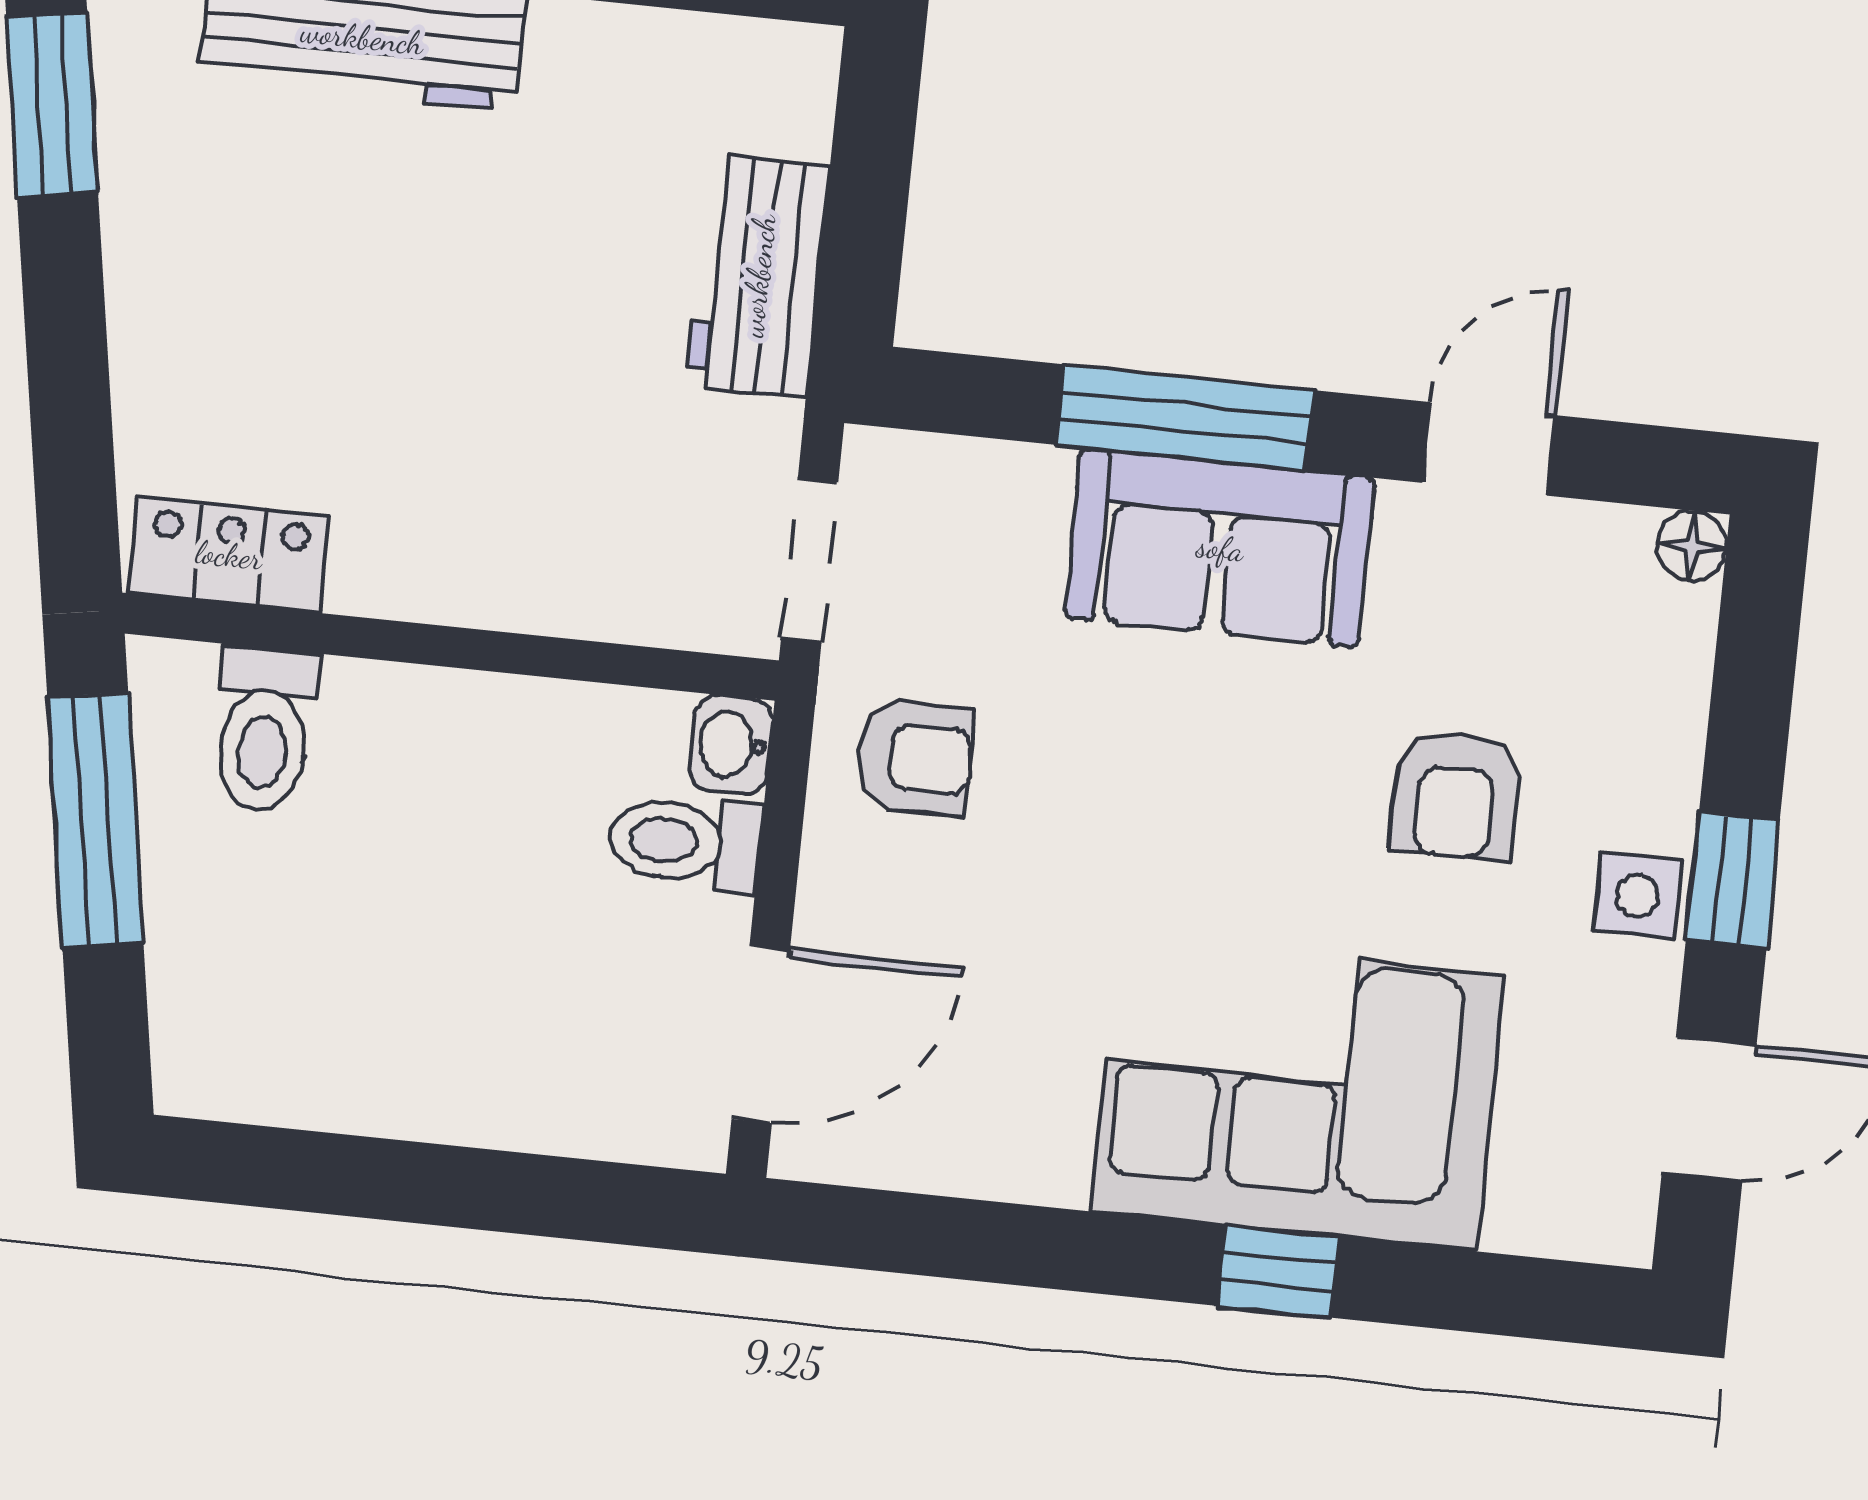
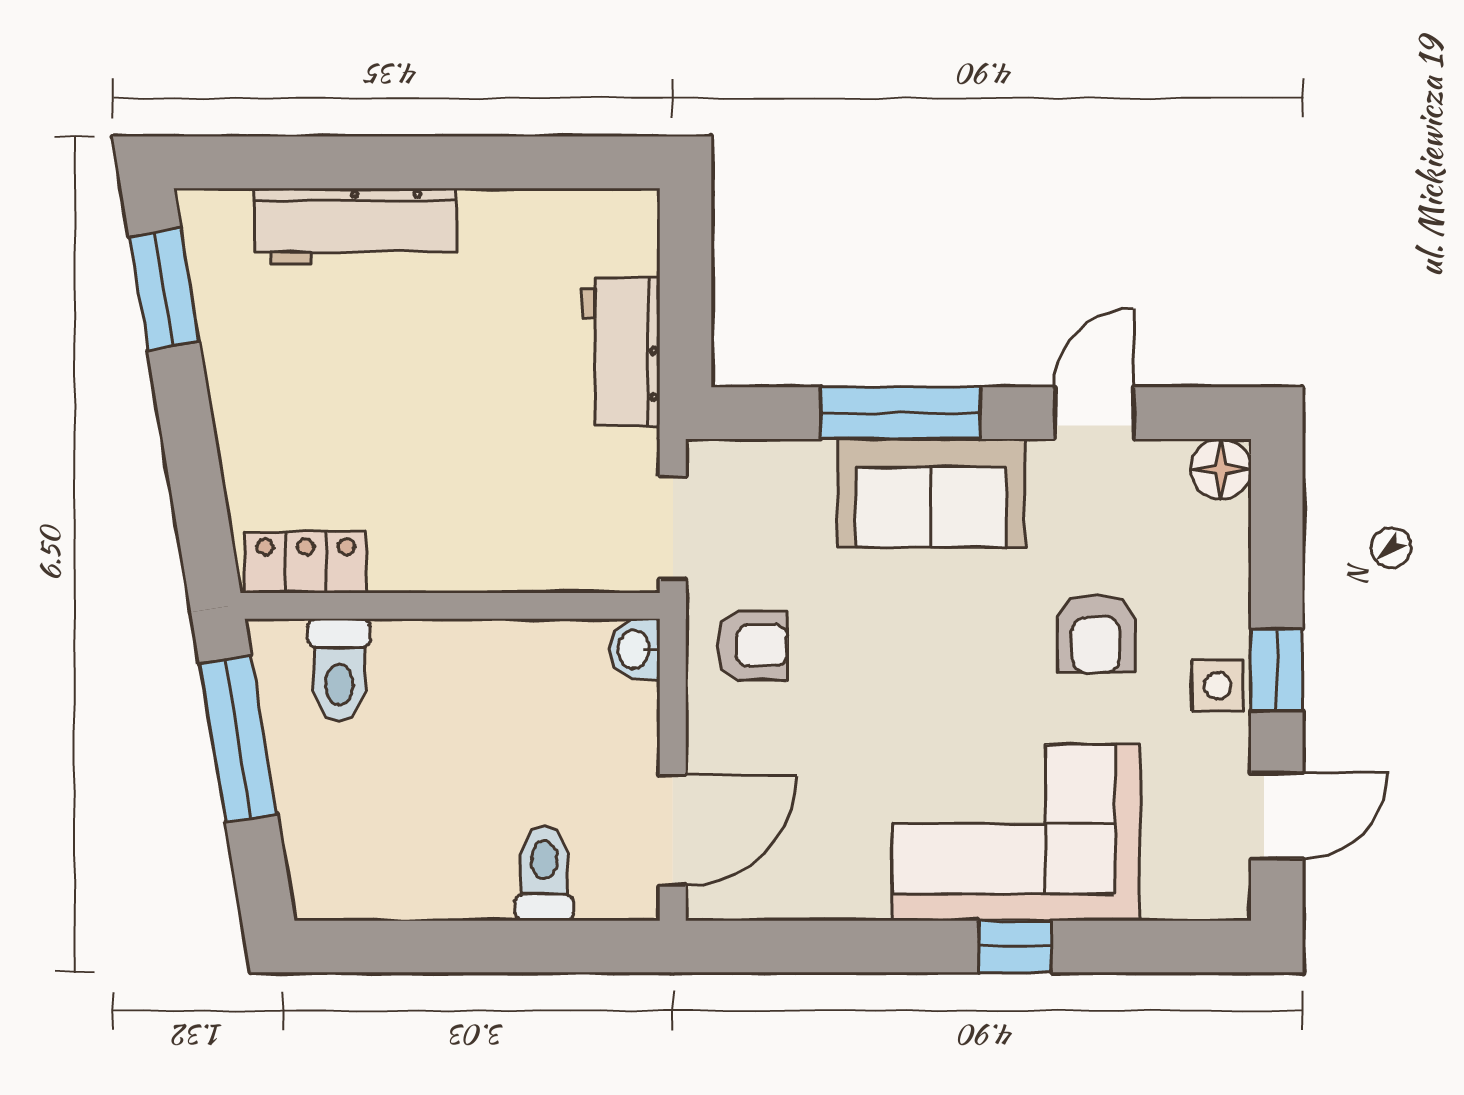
floor lamp: (1692, 546) -> (1221, 469), width x1.37, depth x1.37
toilet: (685, 842) -> (544, 873), moved, turned 90

